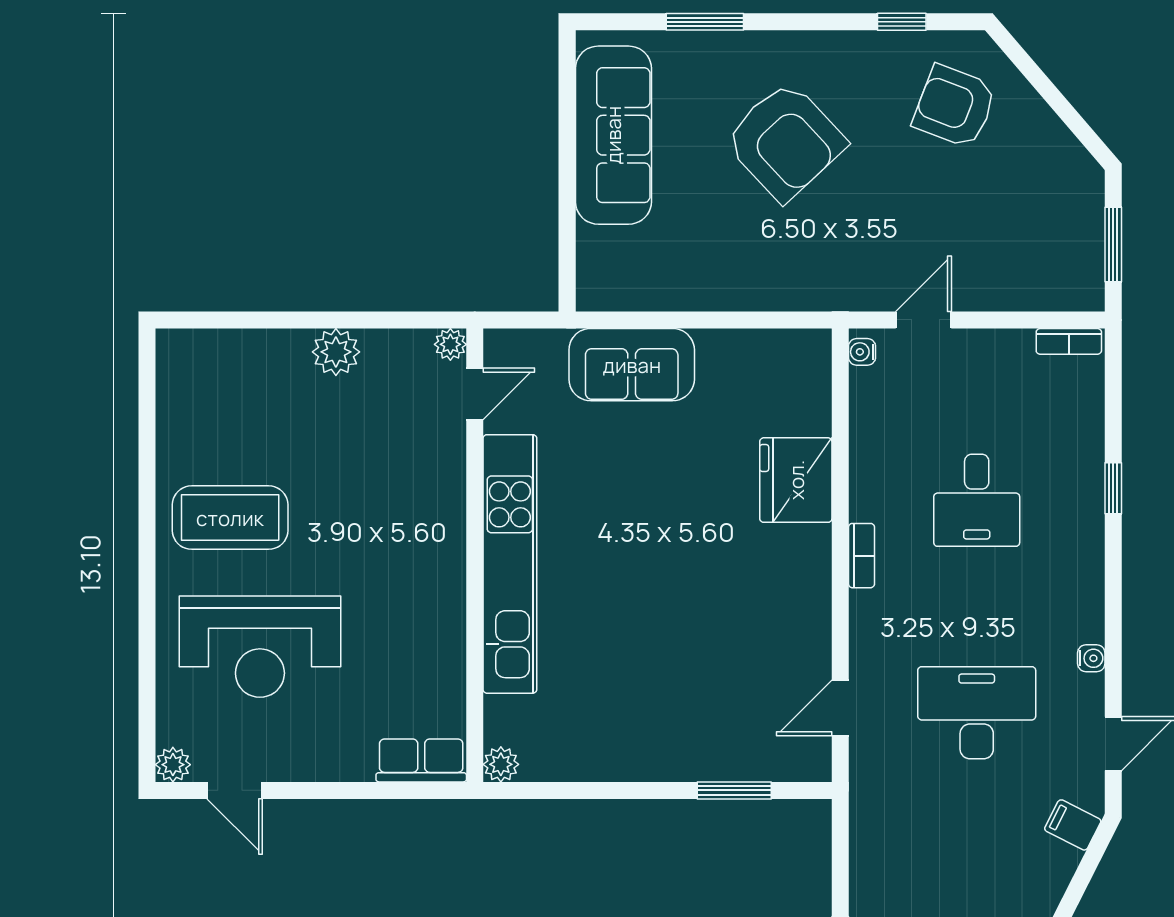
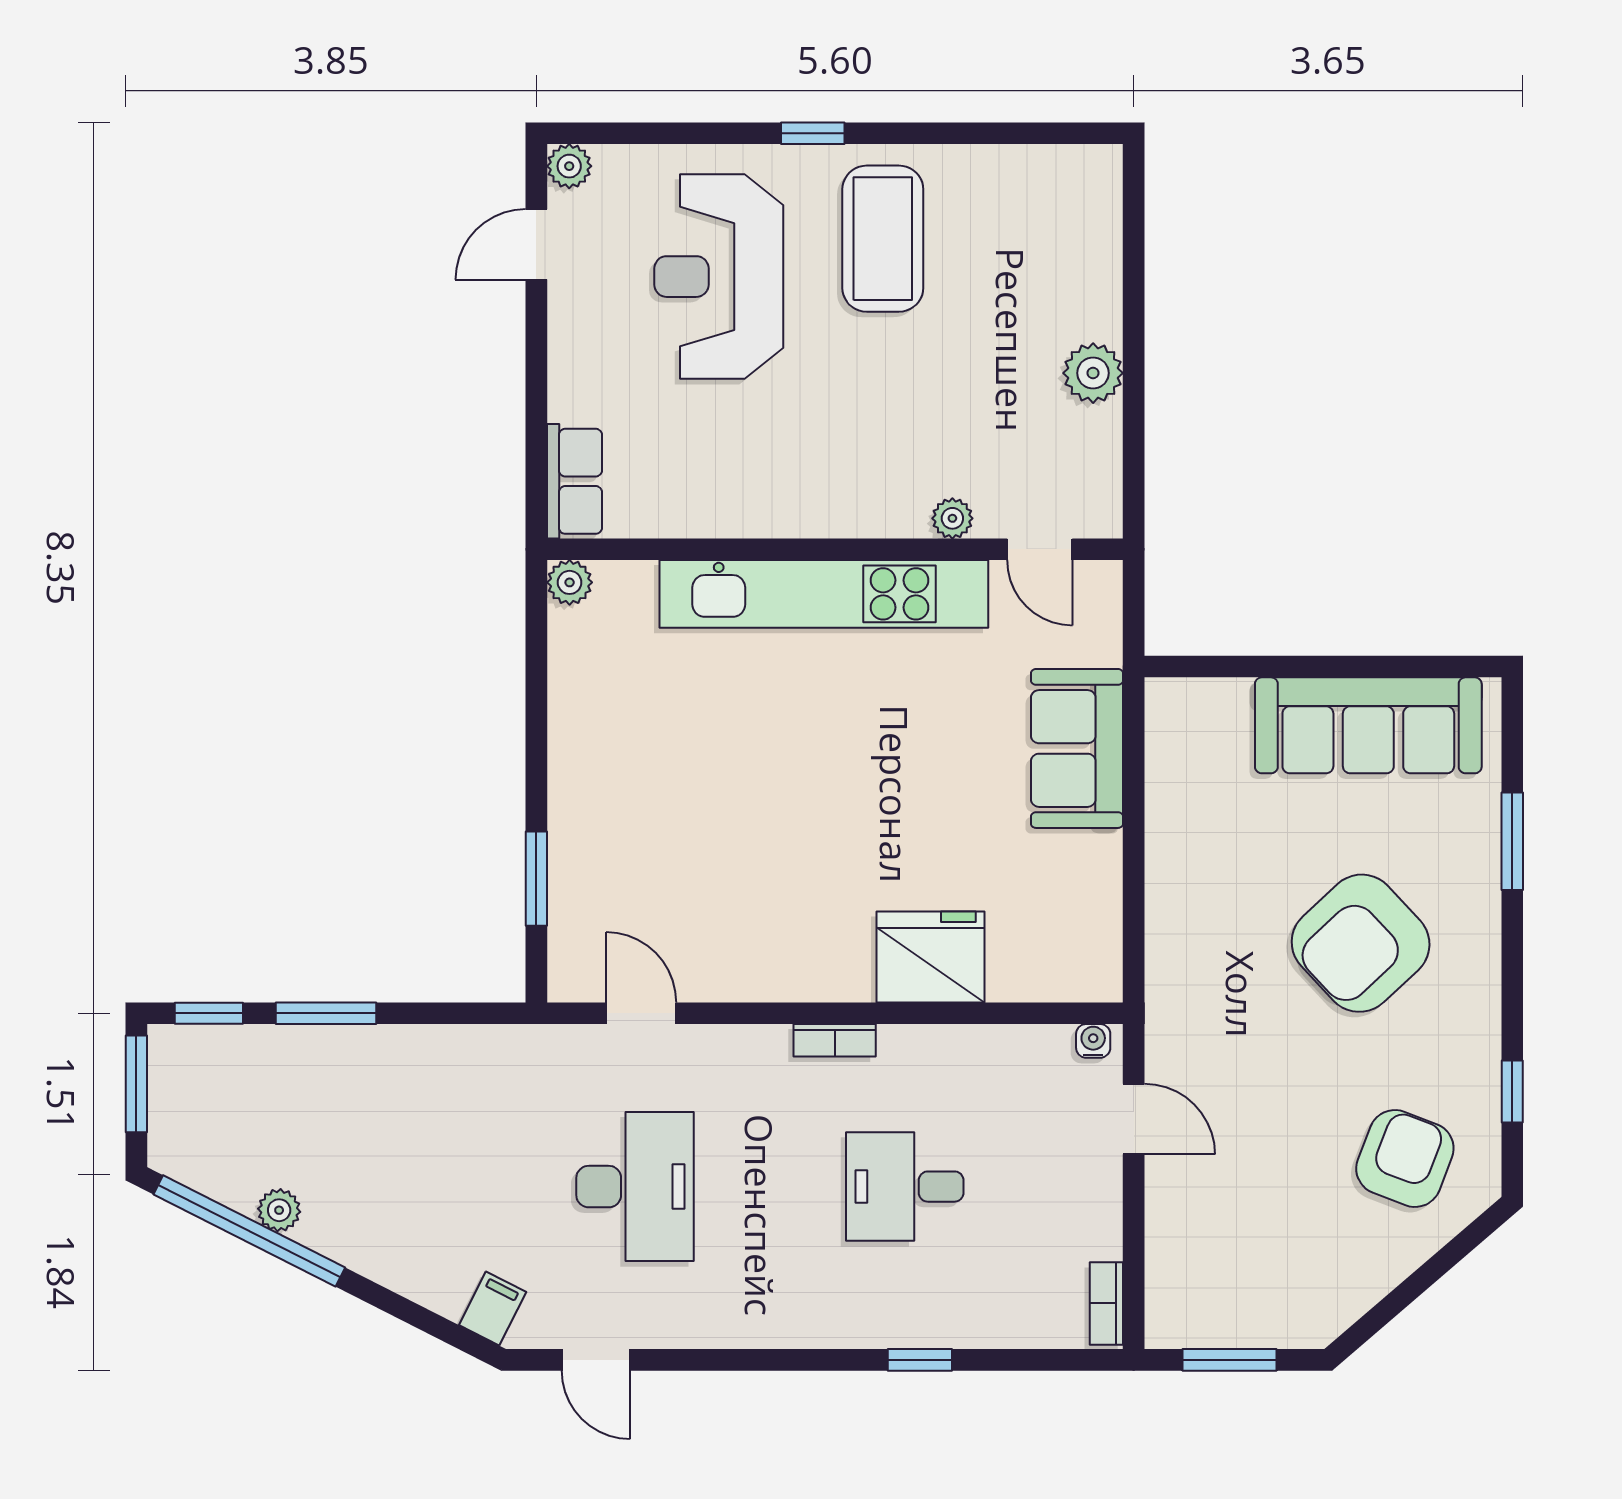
plant: (450, 344) -> (952, 518), moved
window: (147, 573) -> (813, 133), added
water cooler: (1091, 658) -> (704, 1332), removed

